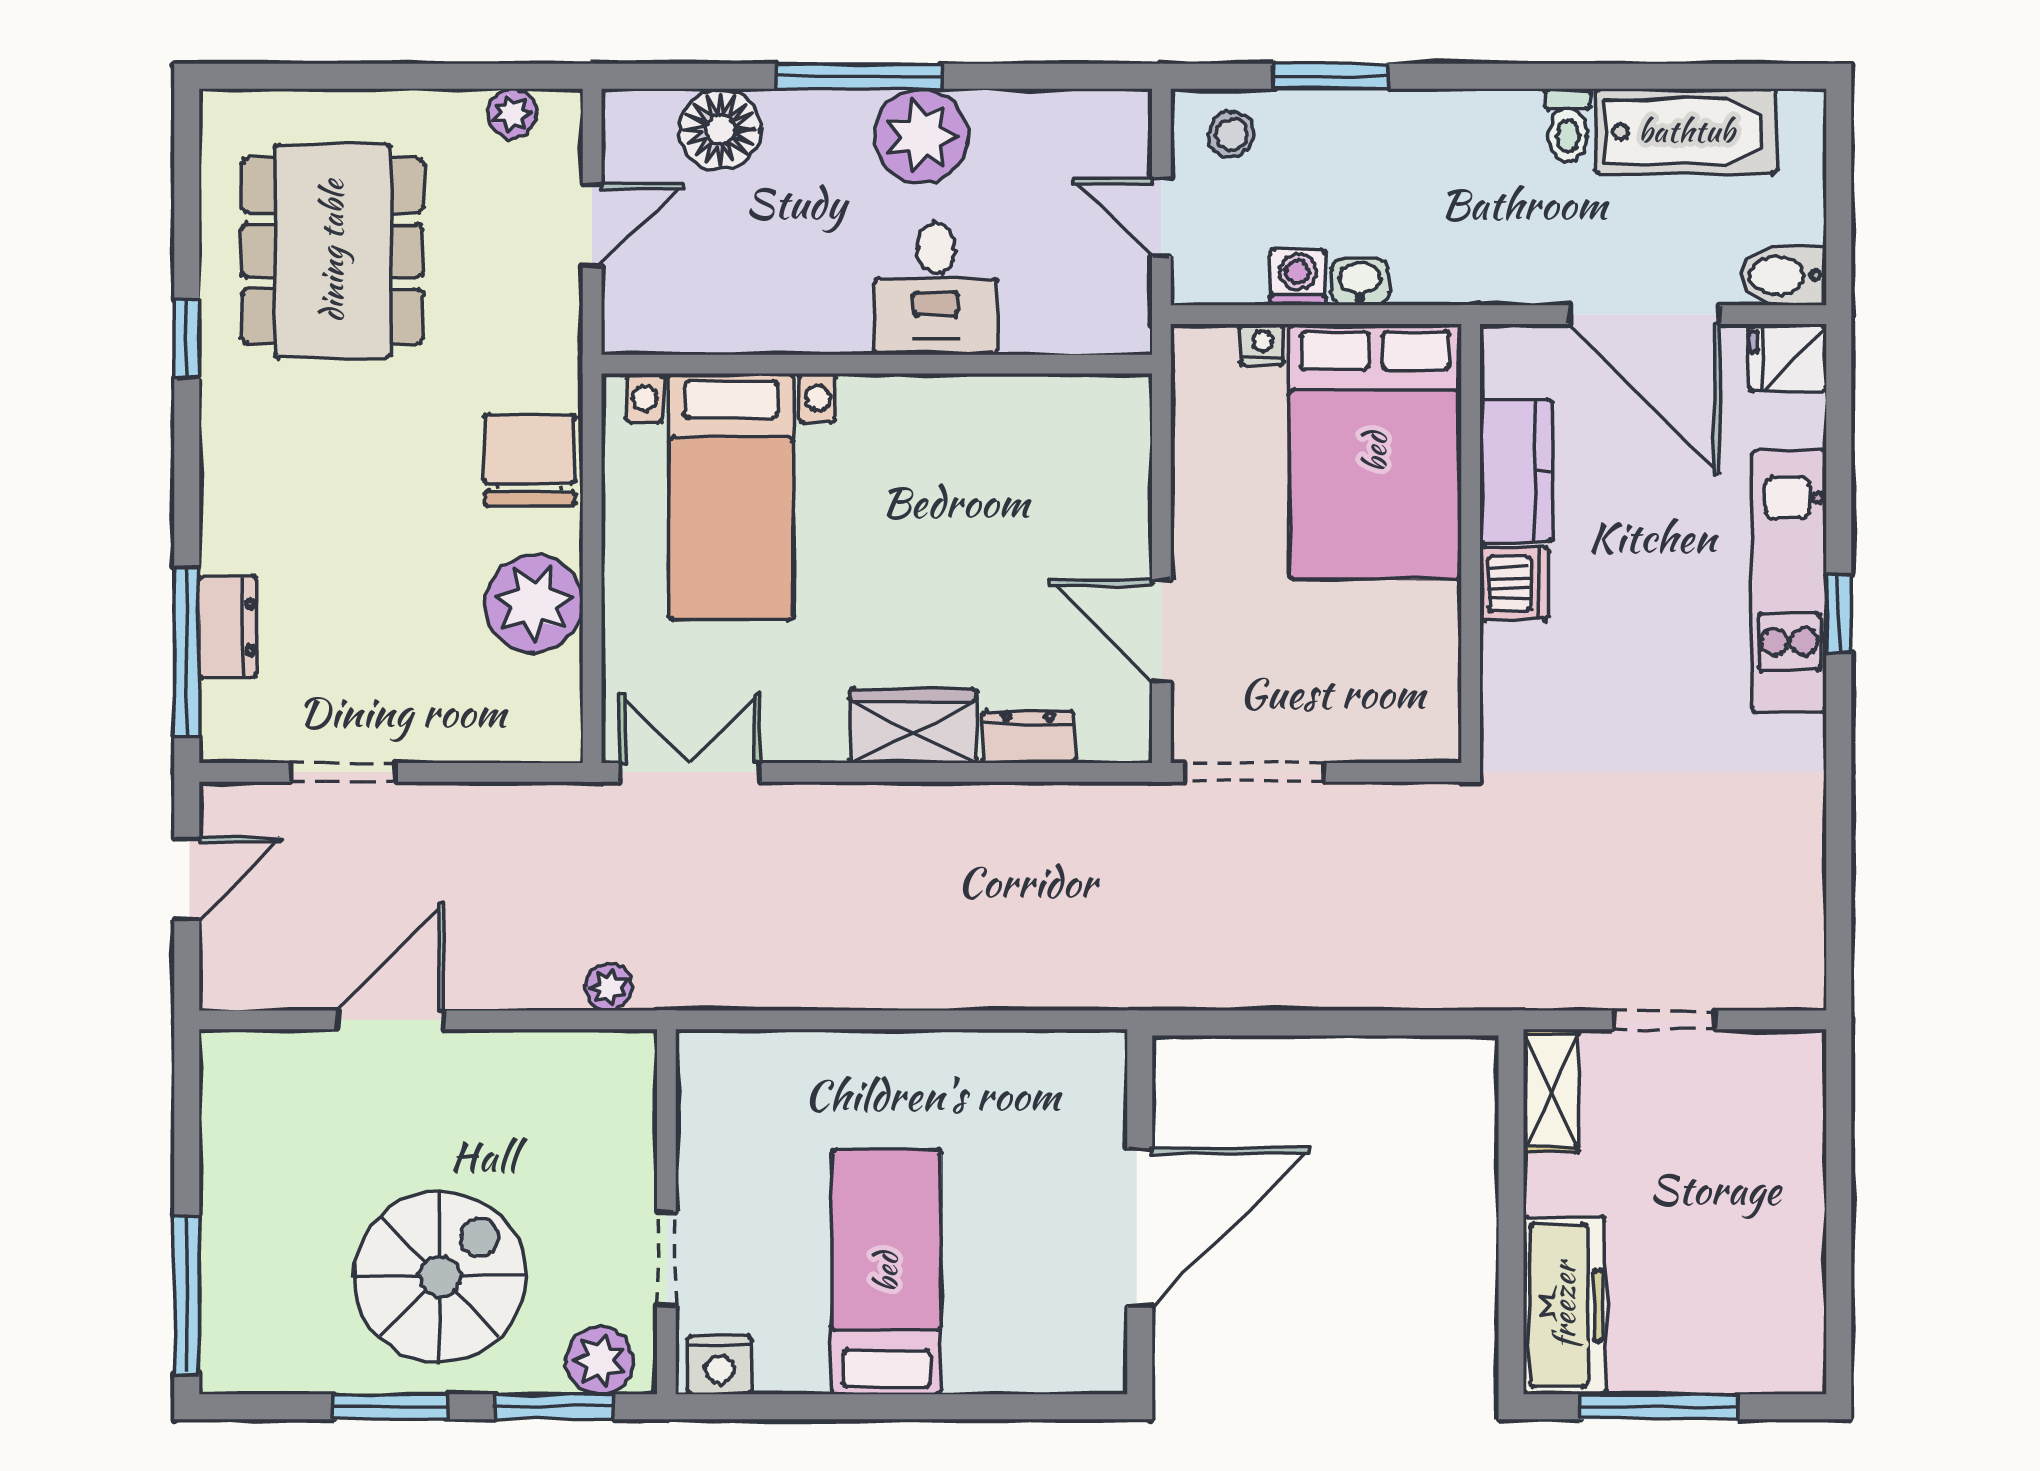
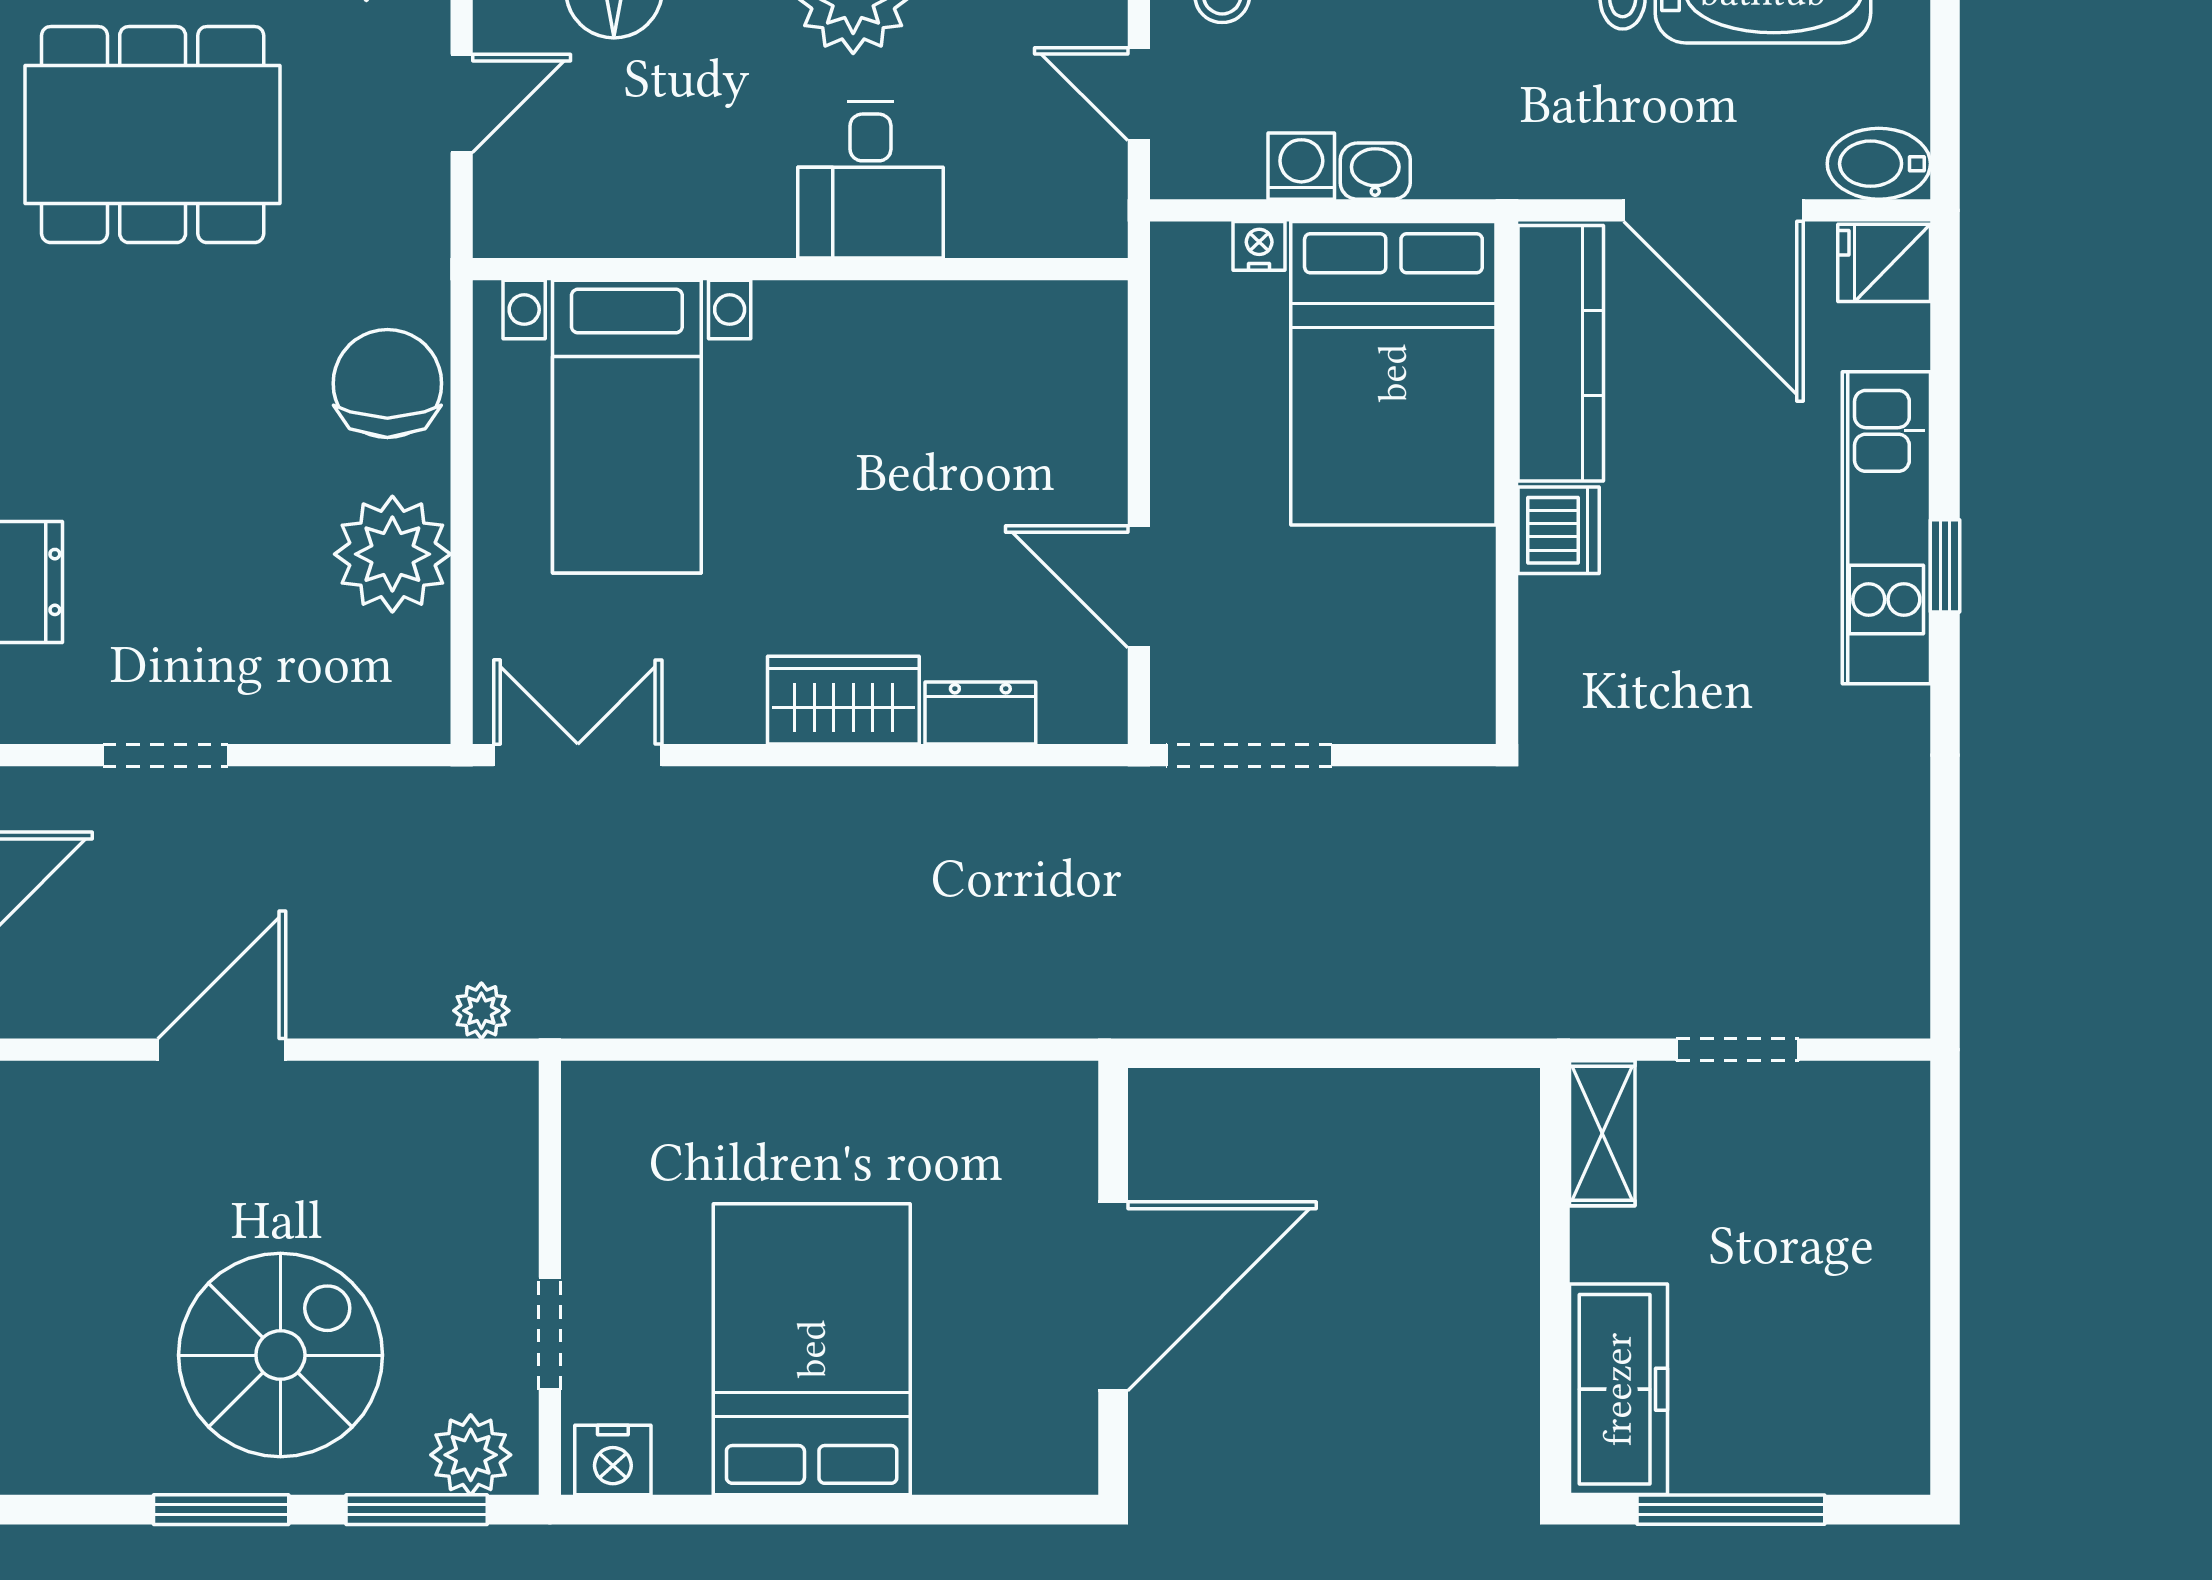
dining table: (332, 251) -> (153, 135), turned 90
kitchen counter: (1516, 470) -> (1561, 353), width x1.50
bed: (886, 1272) -> (812, 1349), width x1.50

